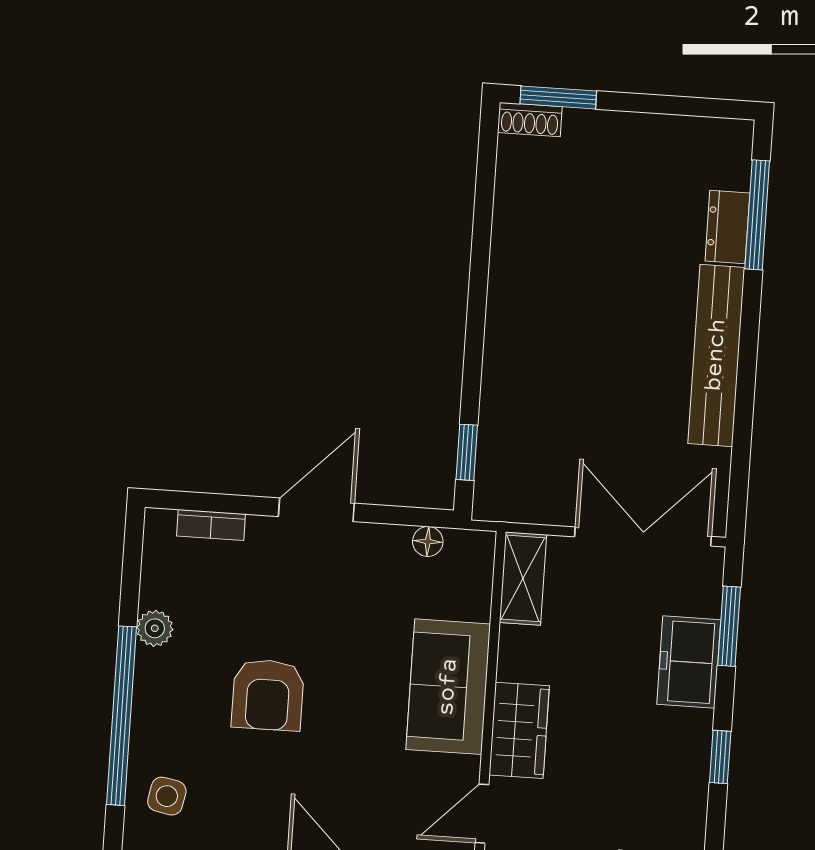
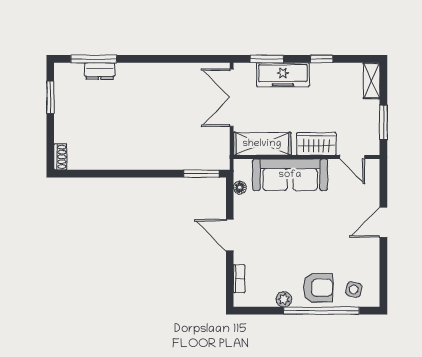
window: (558, 97) -> (50, 97), moved
bench: (716, 355) -> (154, 72), removed
window: (467, 452) -> (201, 174), width x1.50
shelving: (523, 578) -> (262, 144), width x1.50, depth x1.33
freezer: (689, 662) -> (283, 75), width x1.40
sofa: (448, 687) -> (290, 175), width x1.36
armchair: (268, 695) -> (318, 288), moved

